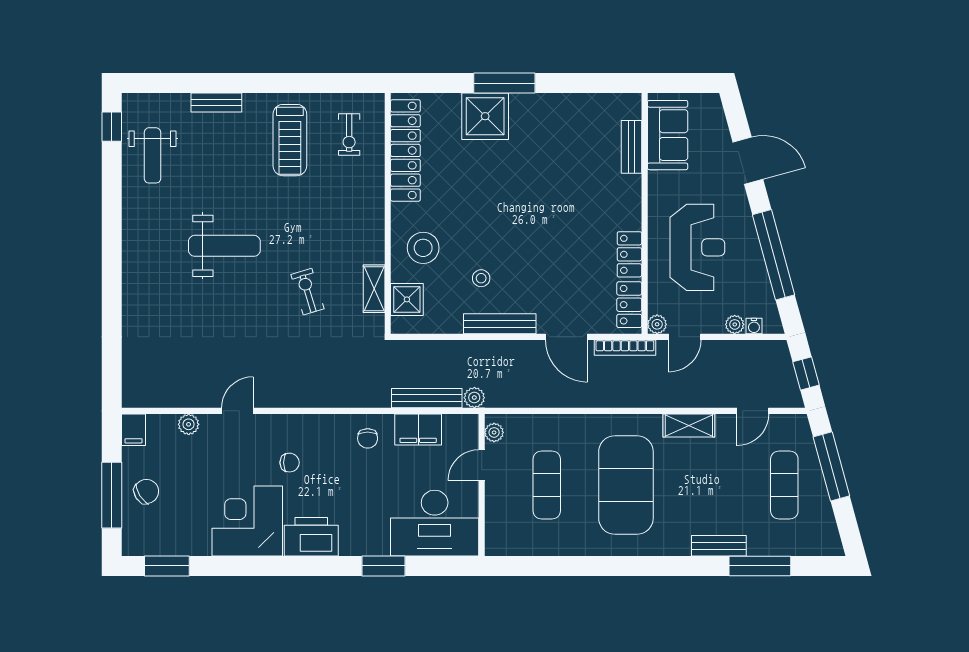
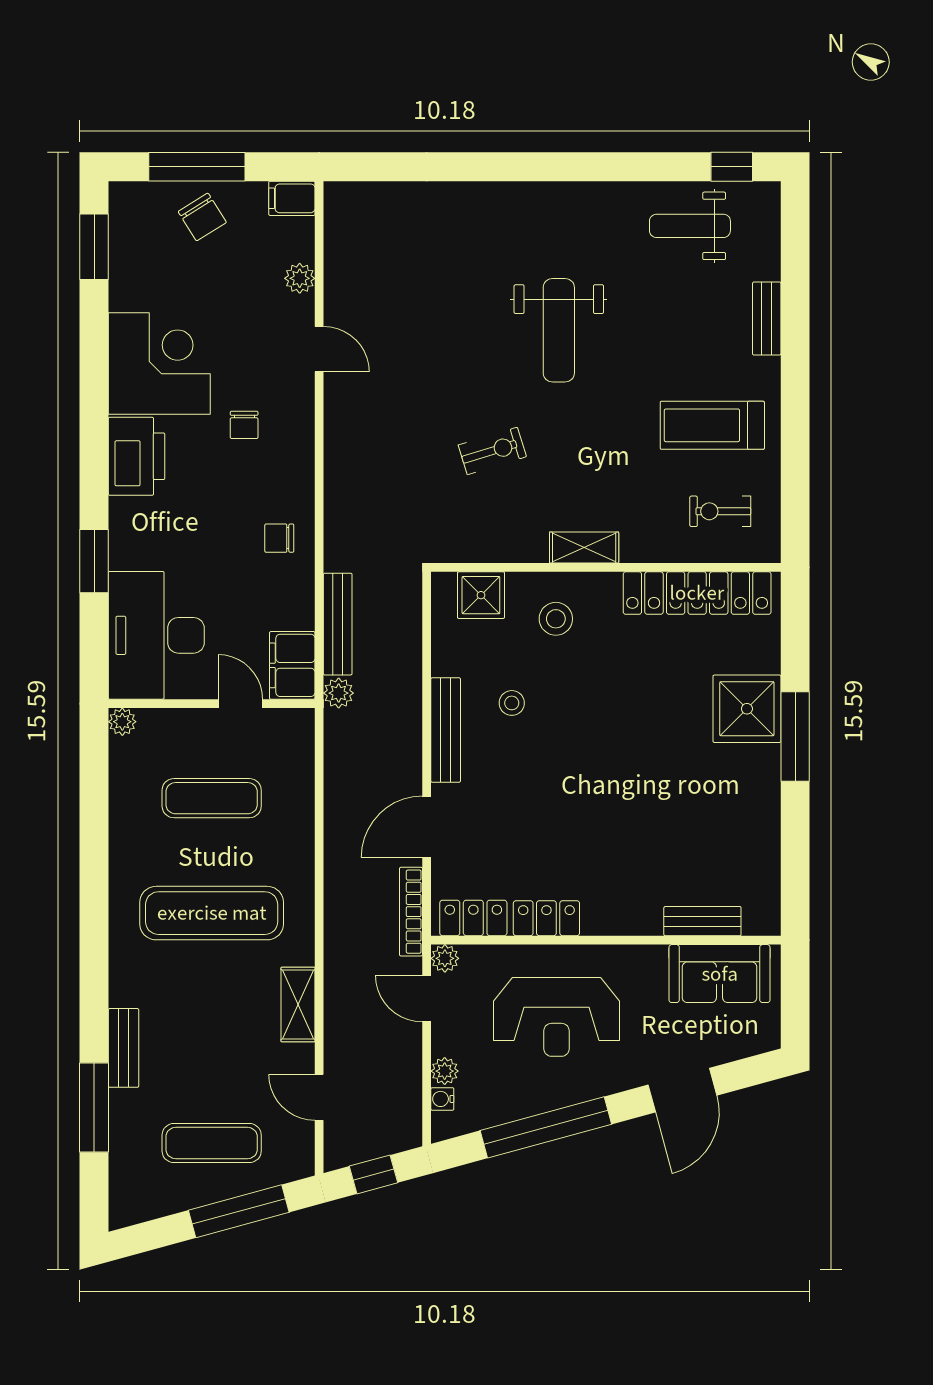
stool: (423, 248) -> (556, 619), width x0.73, depth x0.73
shelving: (374, 289) -> (584, 548), moved
filing cabinet: (418, 429) -> (292, 665), moved
plant: (494, 432) -> (122, 722), moved
exercise mat: (626, 485) -> (212, 913), width x0.68

